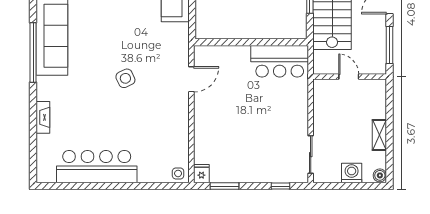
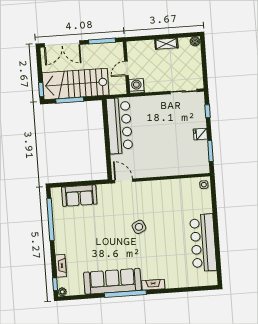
bar counter: (280, 61) -> (120, 126), width x1.36
door: (191, 79) -> (124, 181), moved
fireplace: (43, 117) -> (153, 285), moved
washing machine: (352, 173) -> (136, 86), moved, turned 90
fridge: (201, 174) -> (200, 134), moved

